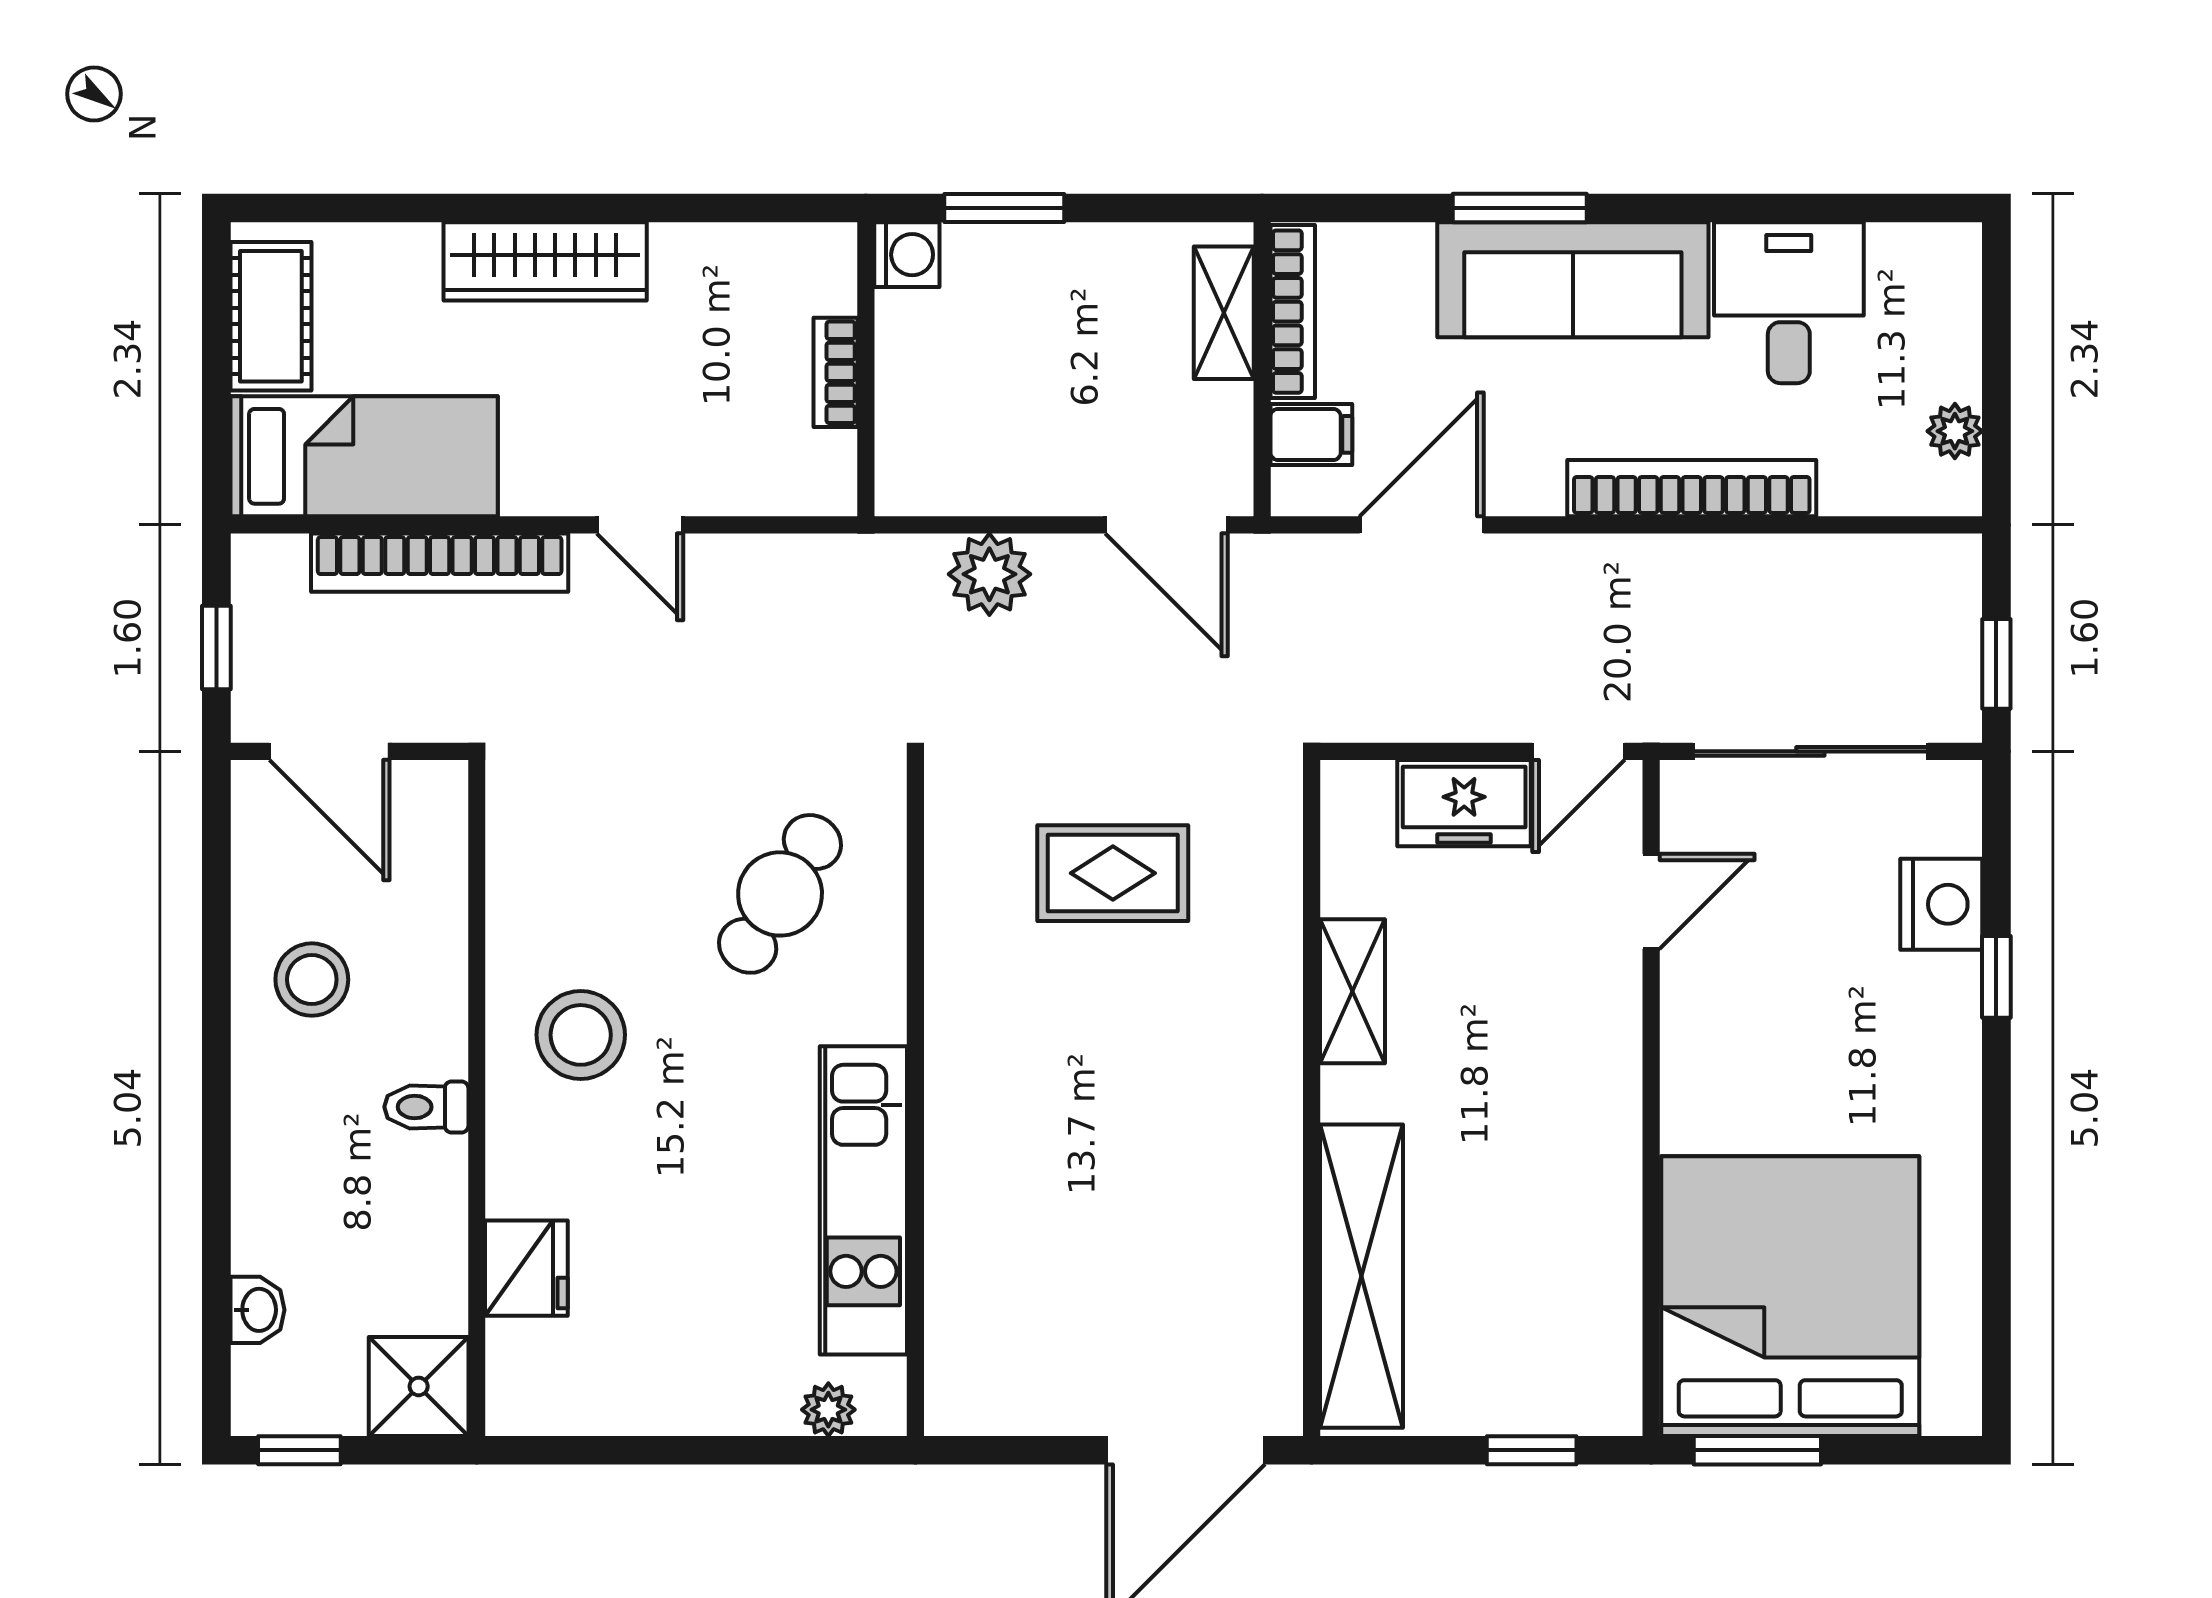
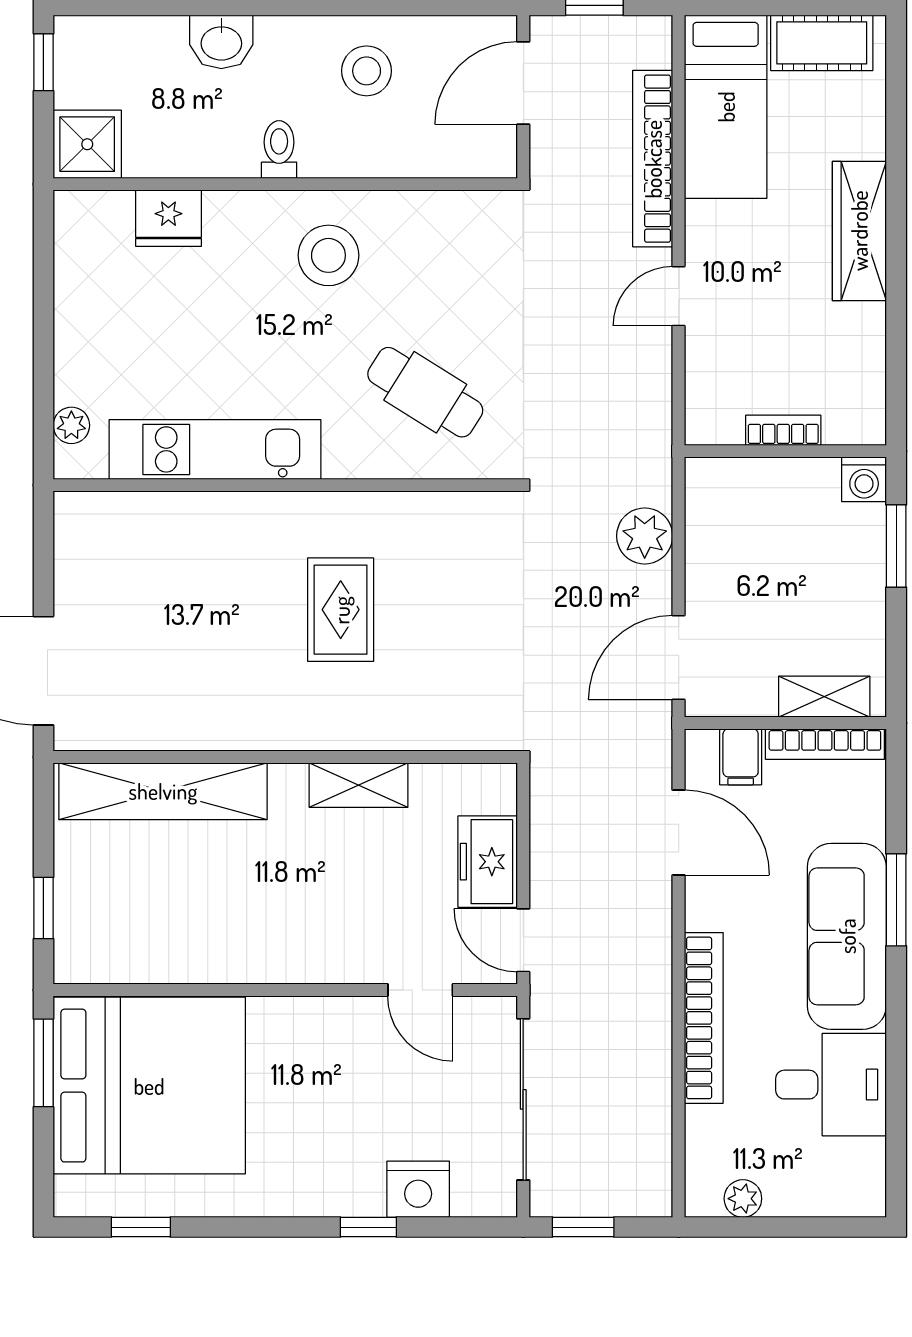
rug: (1113, 873) -> (341, 610), moved
window: (1996, 1308) -> (141, 1227), added
washbasin: (257, 1310) -> (221, 42), moved, width x1.38, depth x1.45

